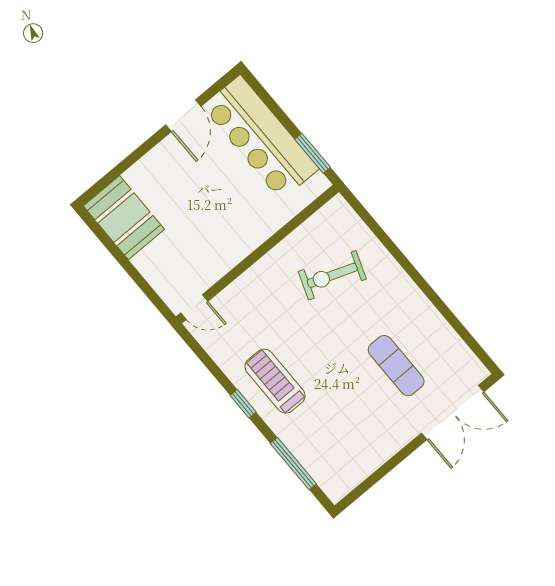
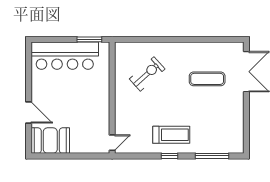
door: (183, 116) -> (29, 112), moved
exercise bike: (332, 275) -> (147, 74), turned -152
treadmill: (275, 381) -> (171, 135), turned 180

